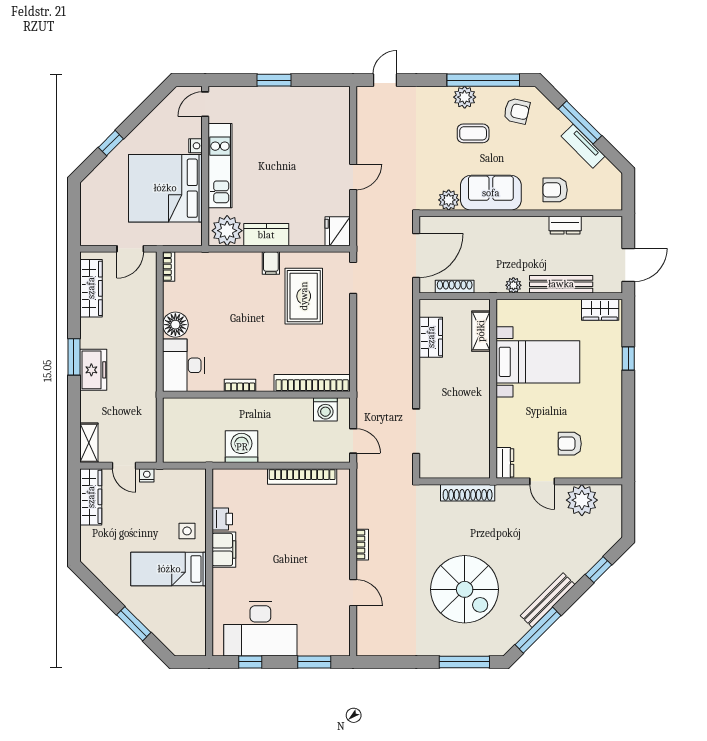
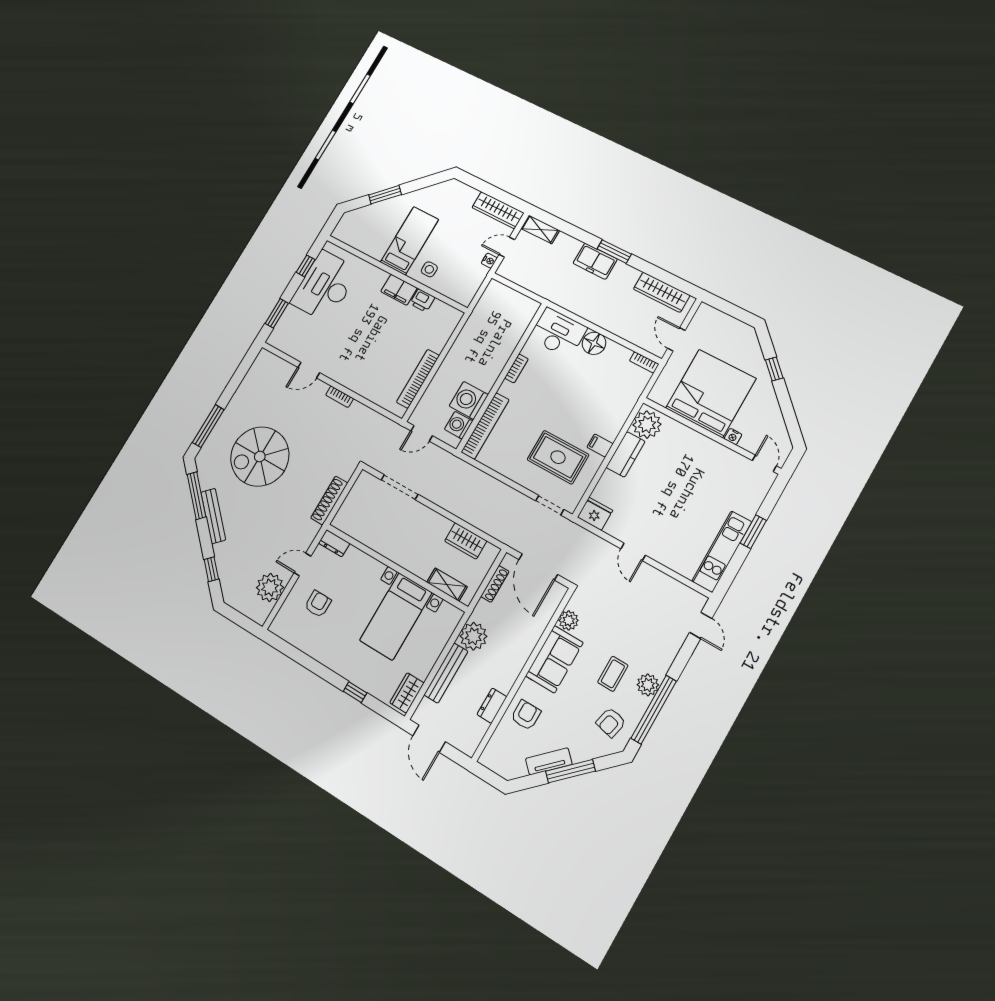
kitchen unit: (220, 166) -> (722, 552), moved, turned 90
plant: (513, 285) -> (473, 636), width x1.87, depth x1.87
washing machine: (242, 447) -> (469, 400), moved, turned 180

